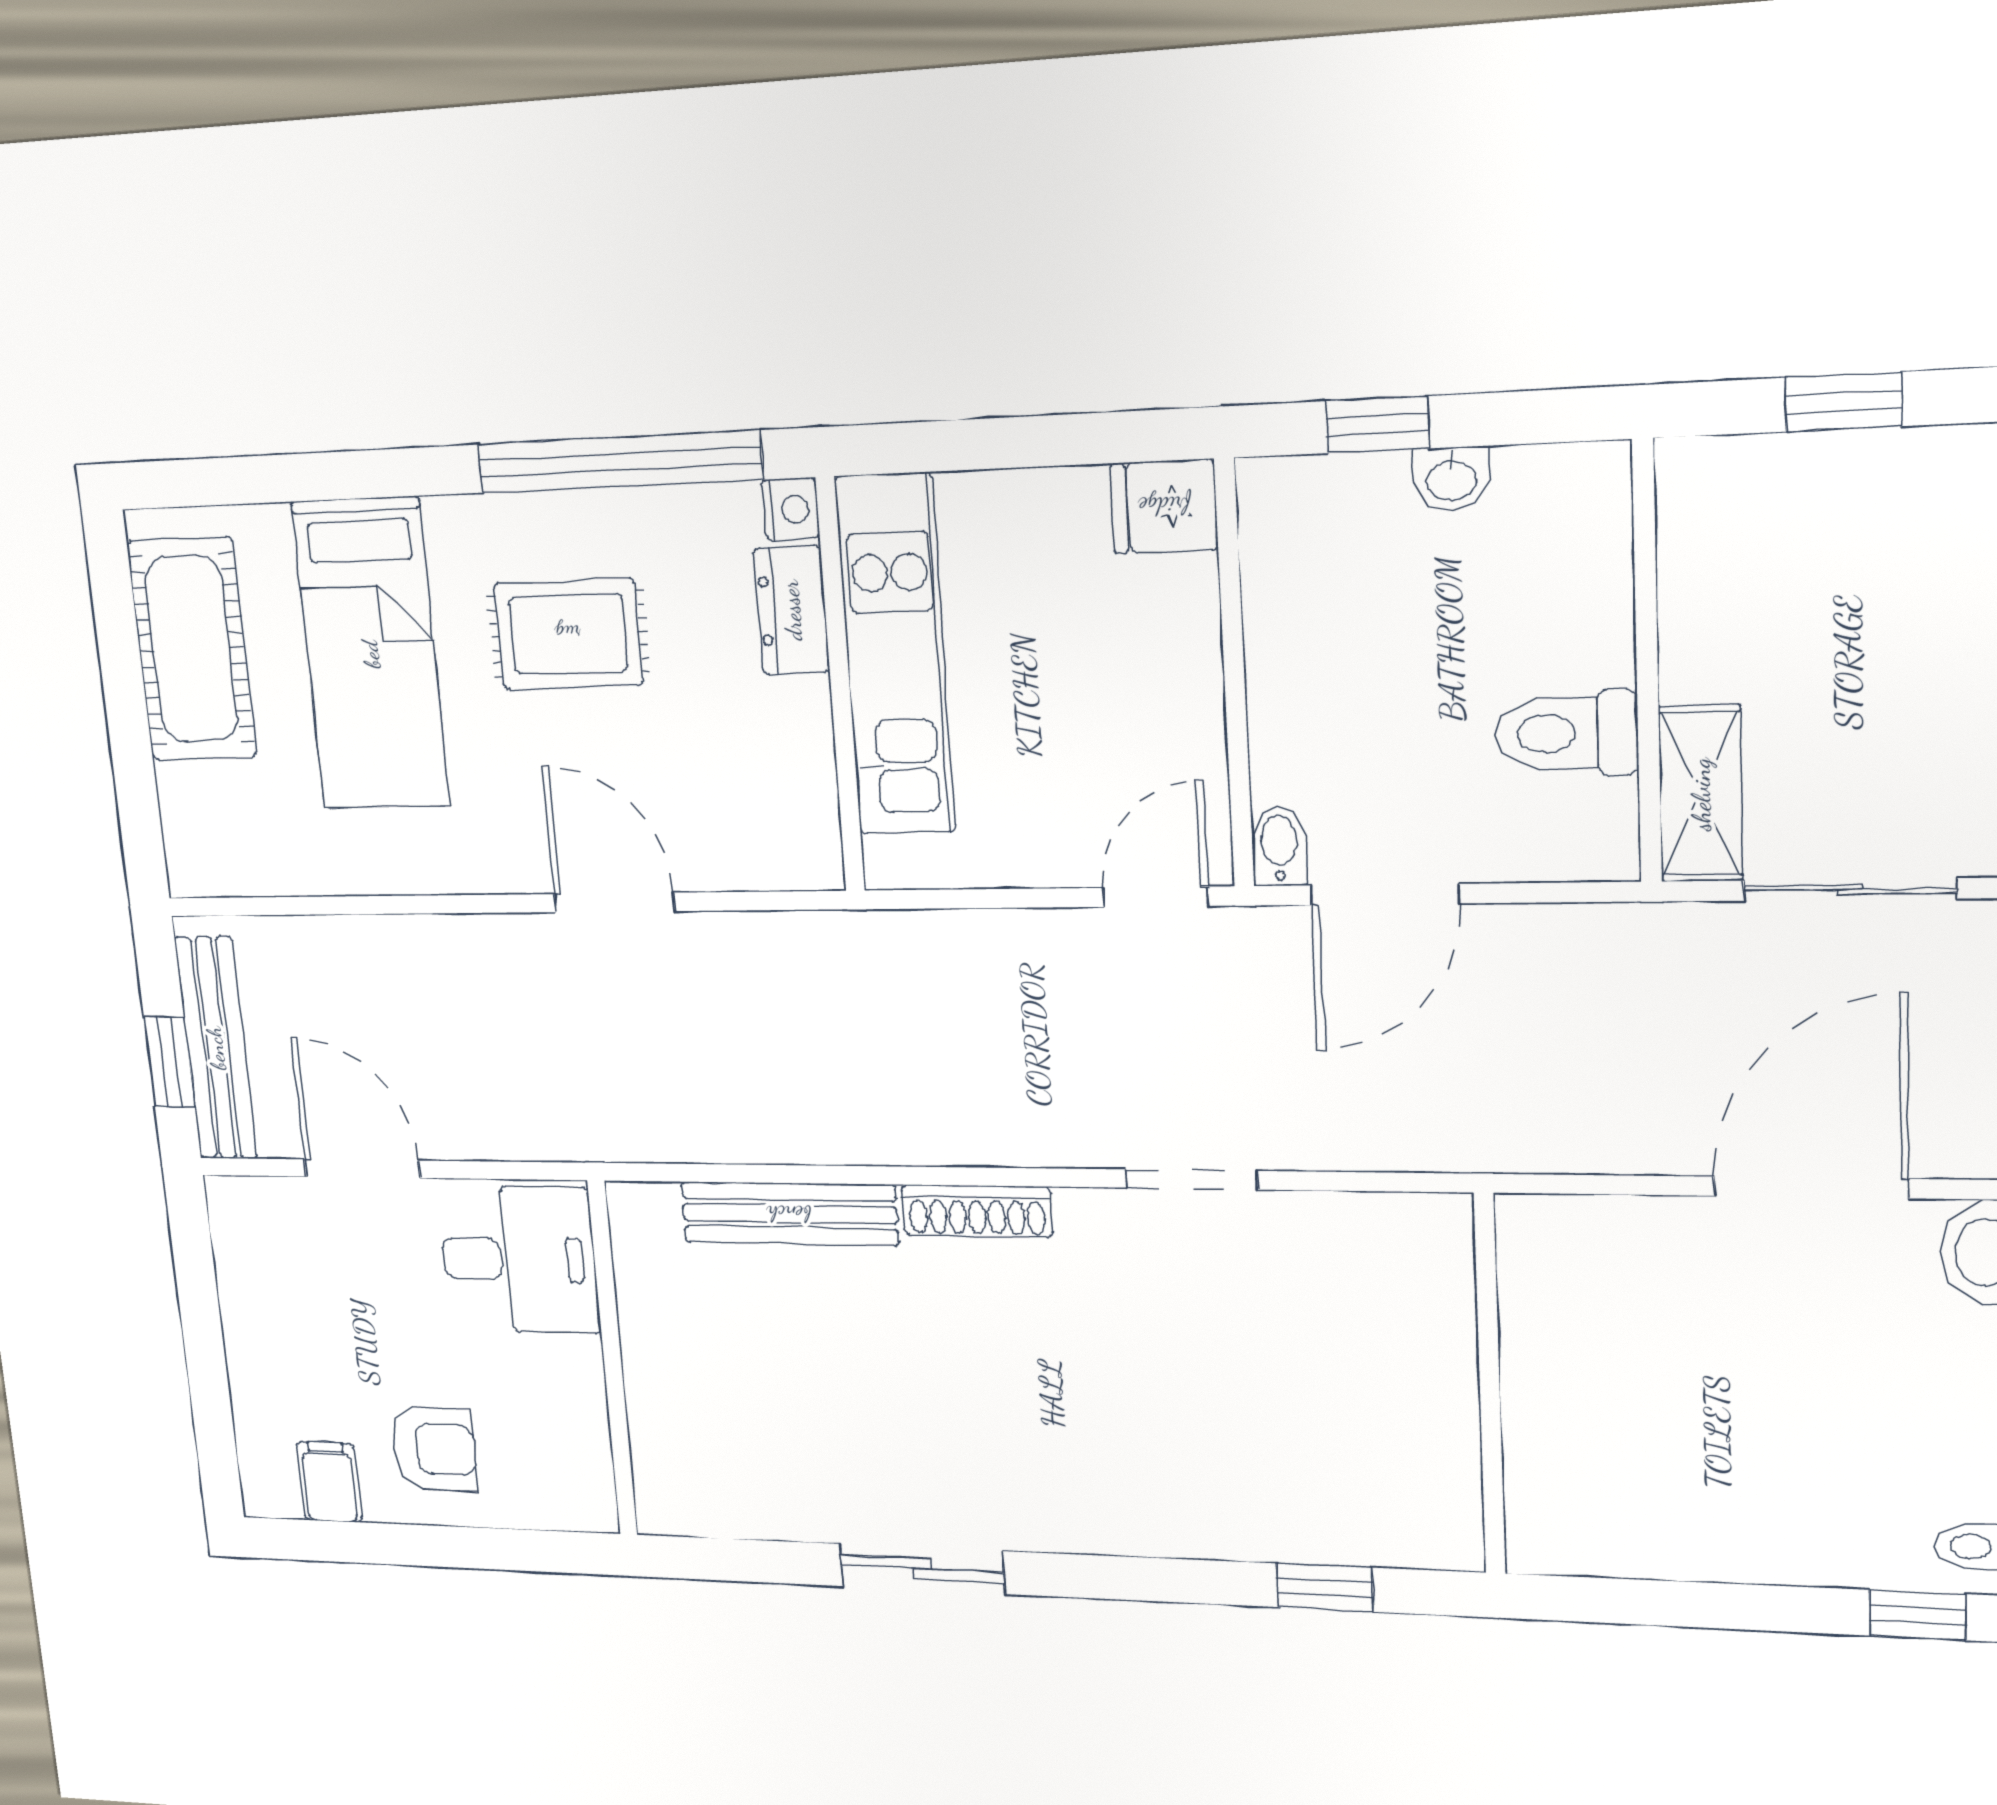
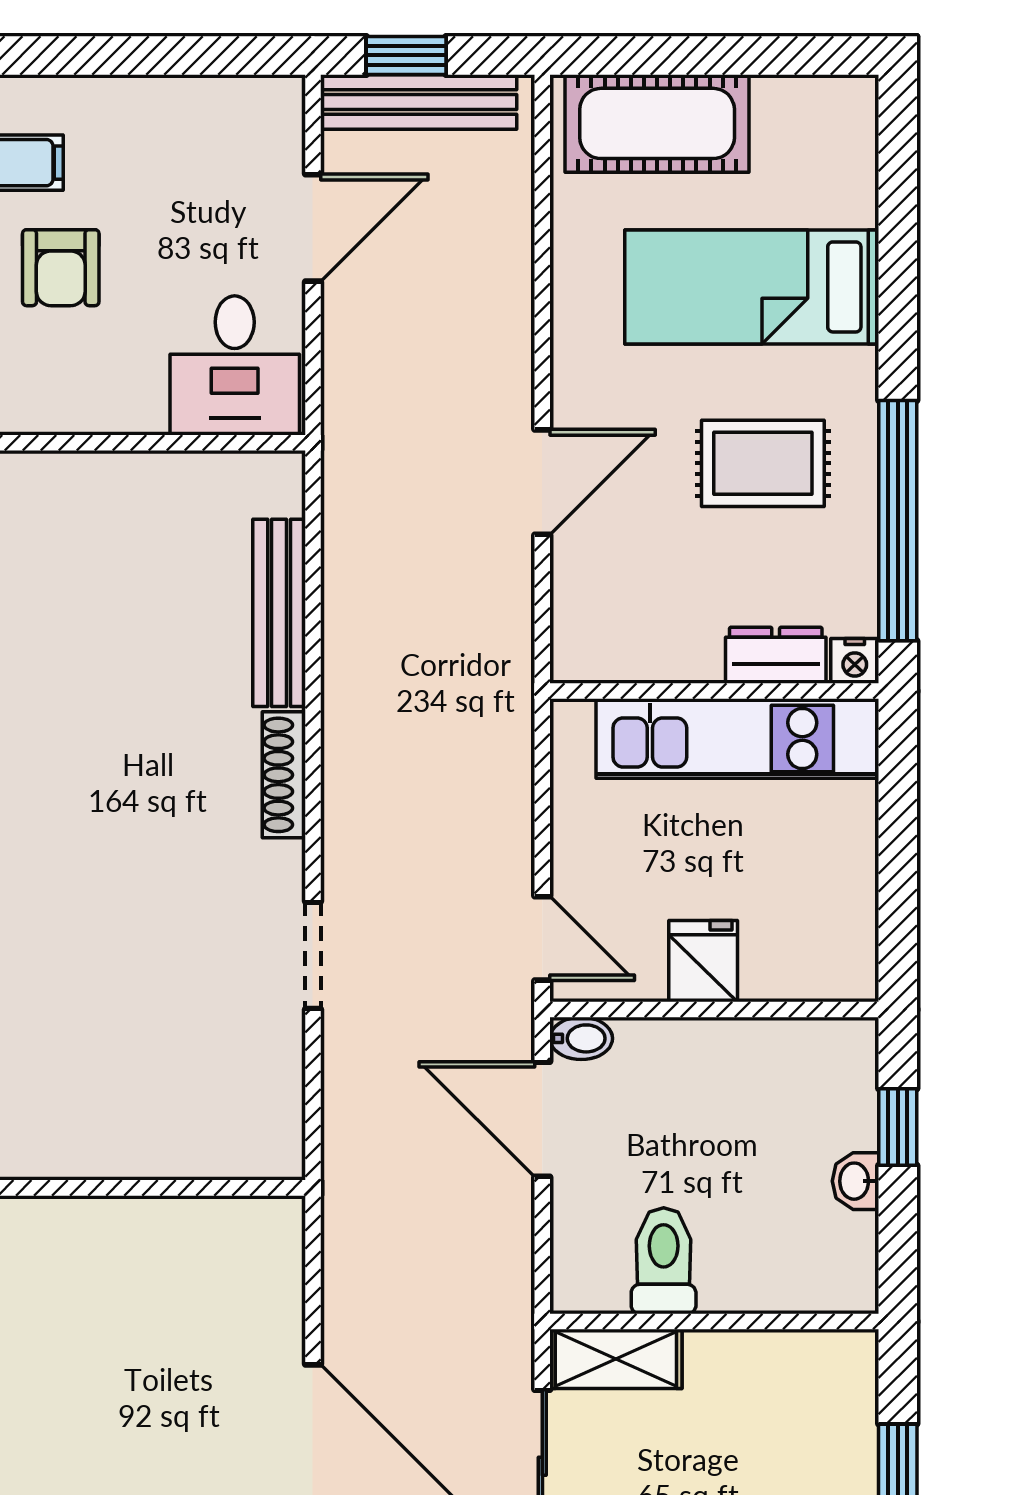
fridge: (1164, 506) -> (703, 961), moved
rug: (568, 634) -> (763, 463), turned 90
cot: (192, 649) -> (657, 123), moved

